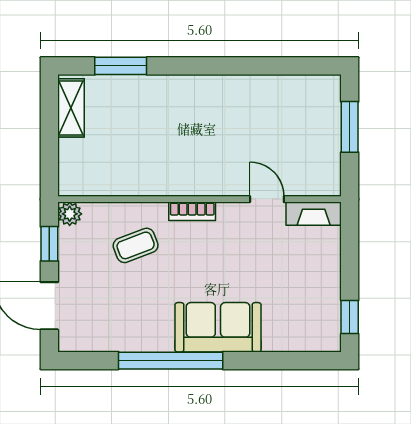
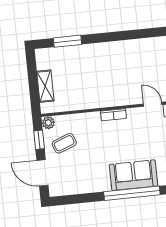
shelving: (71, 108) -> (45, 86), moved
coffee table: (136, 245) -> (64, 143), moved
window: (171, 361) -> (132, 193), moved

